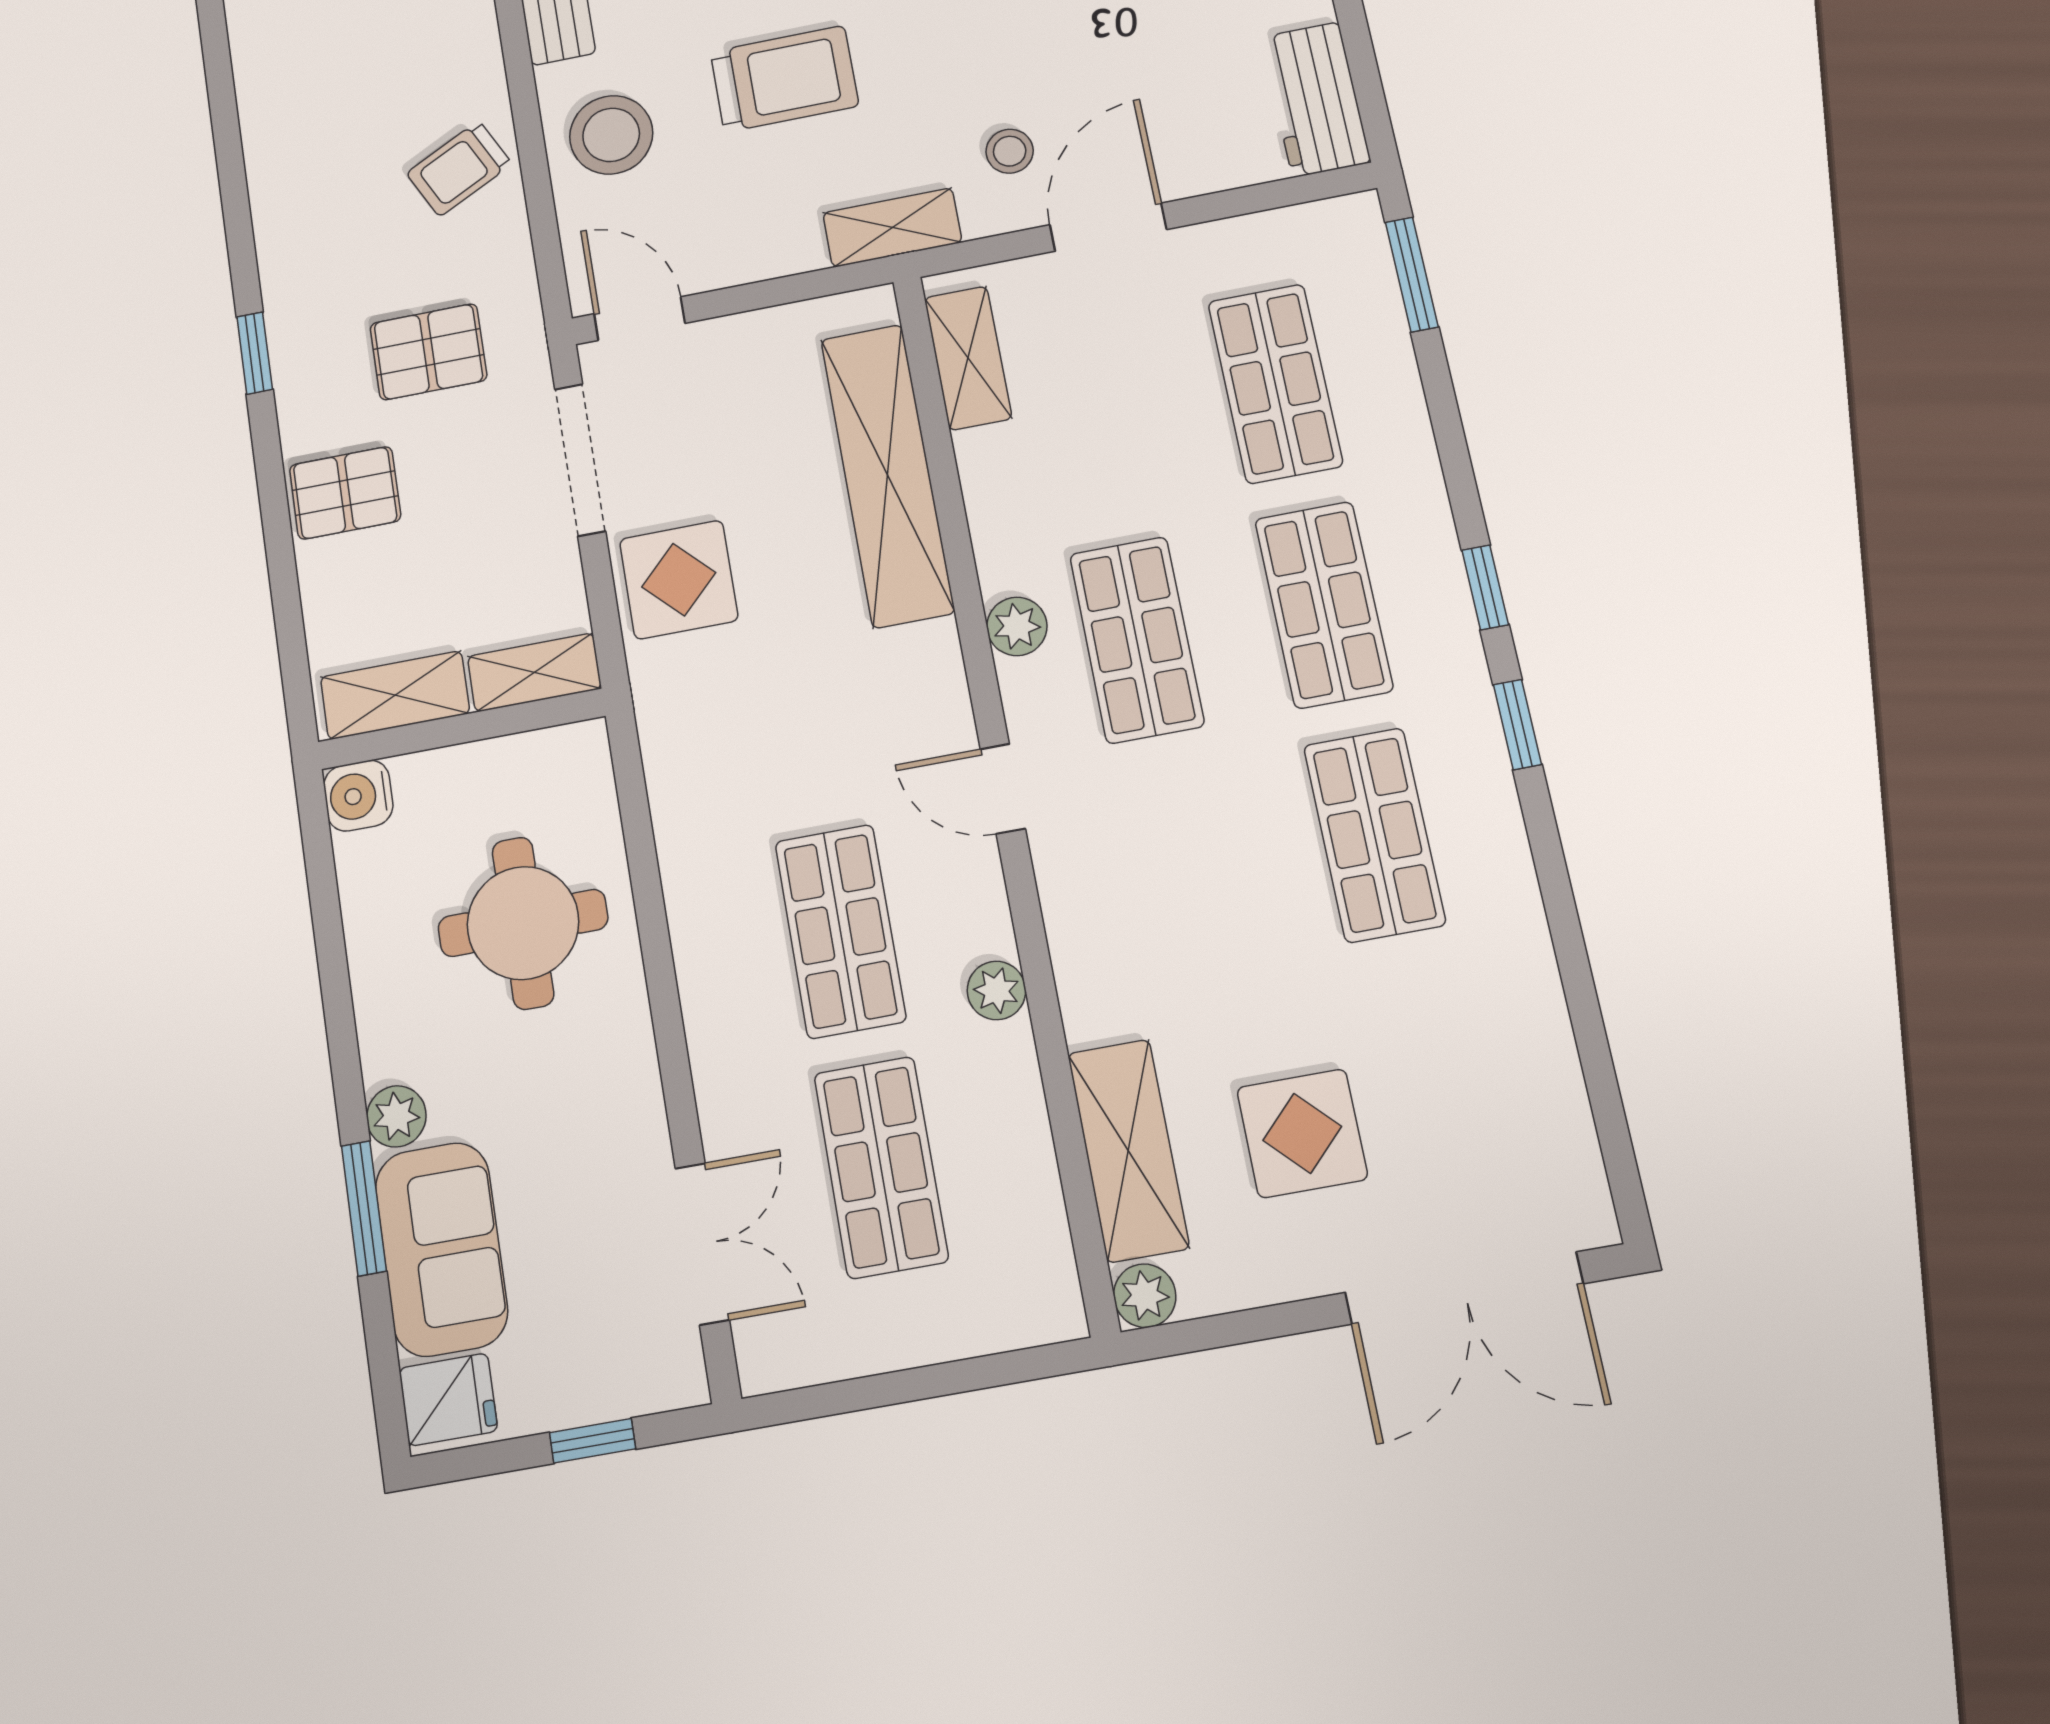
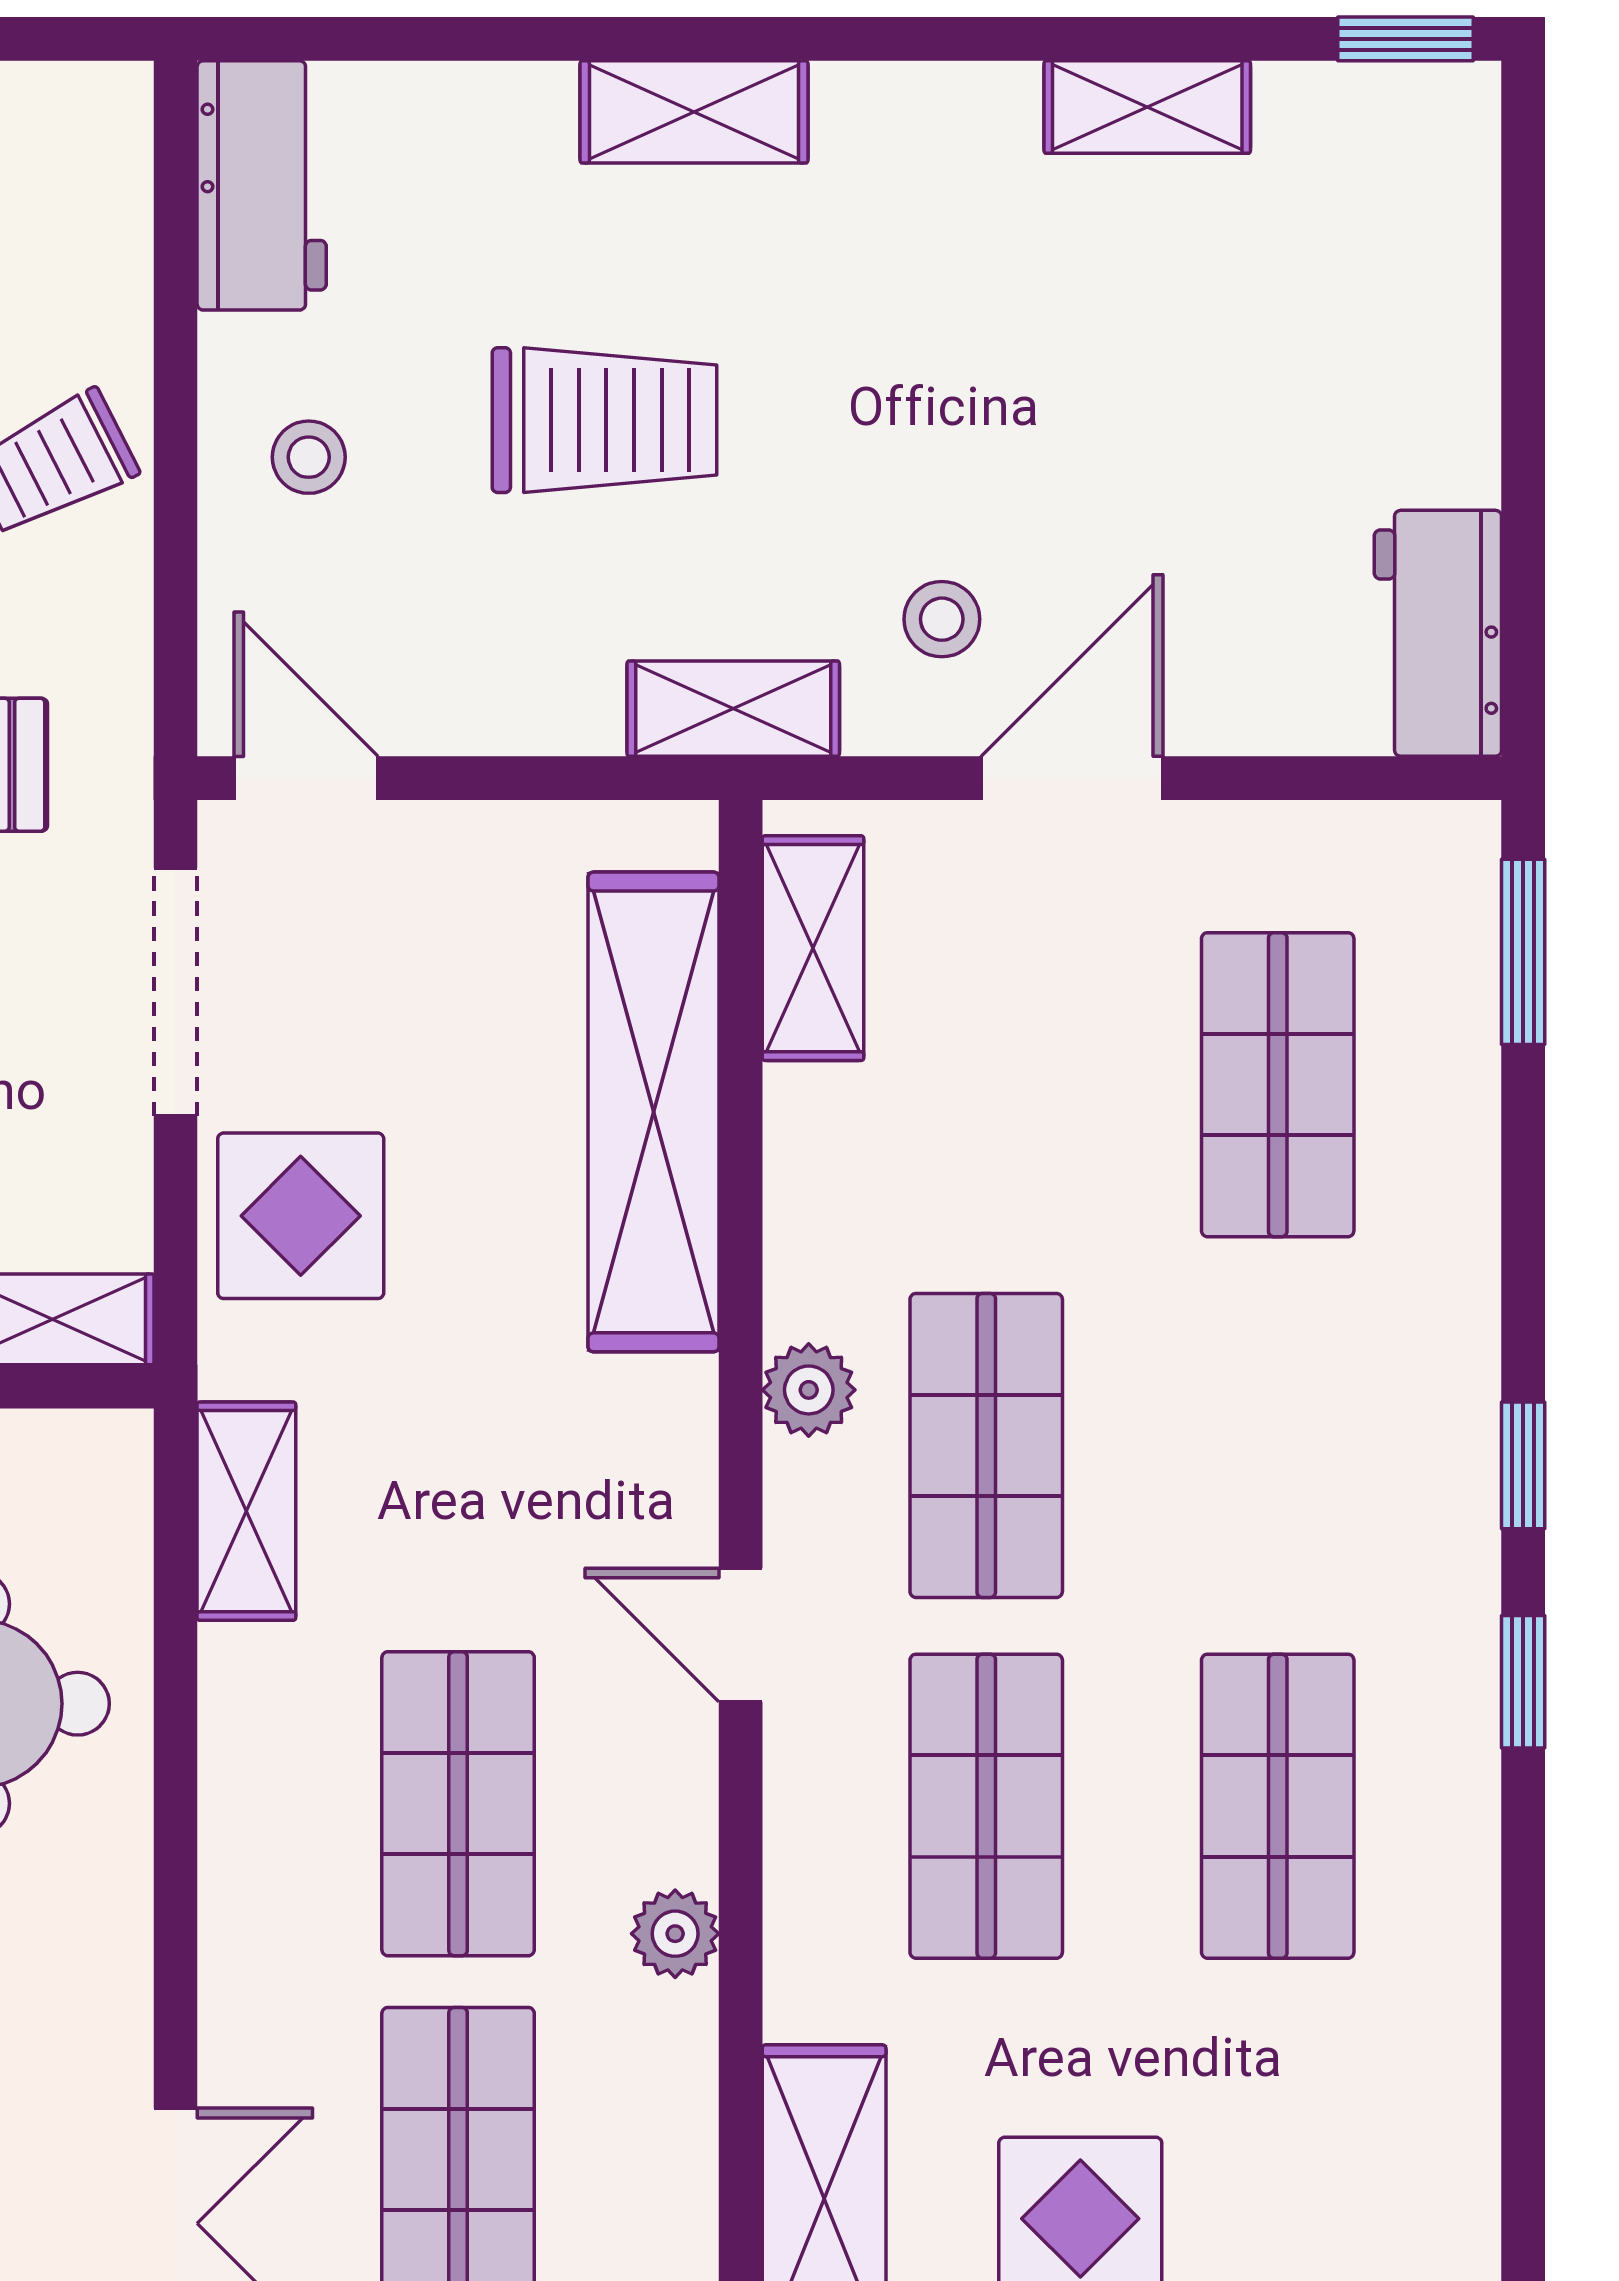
stool: (611, 135) -> (309, 457), width x0.53, depth x0.53
shop shelf: (1324, 605) -> (986, 1806), moved
shelving: (674, 769) -> (246, 1511), added

